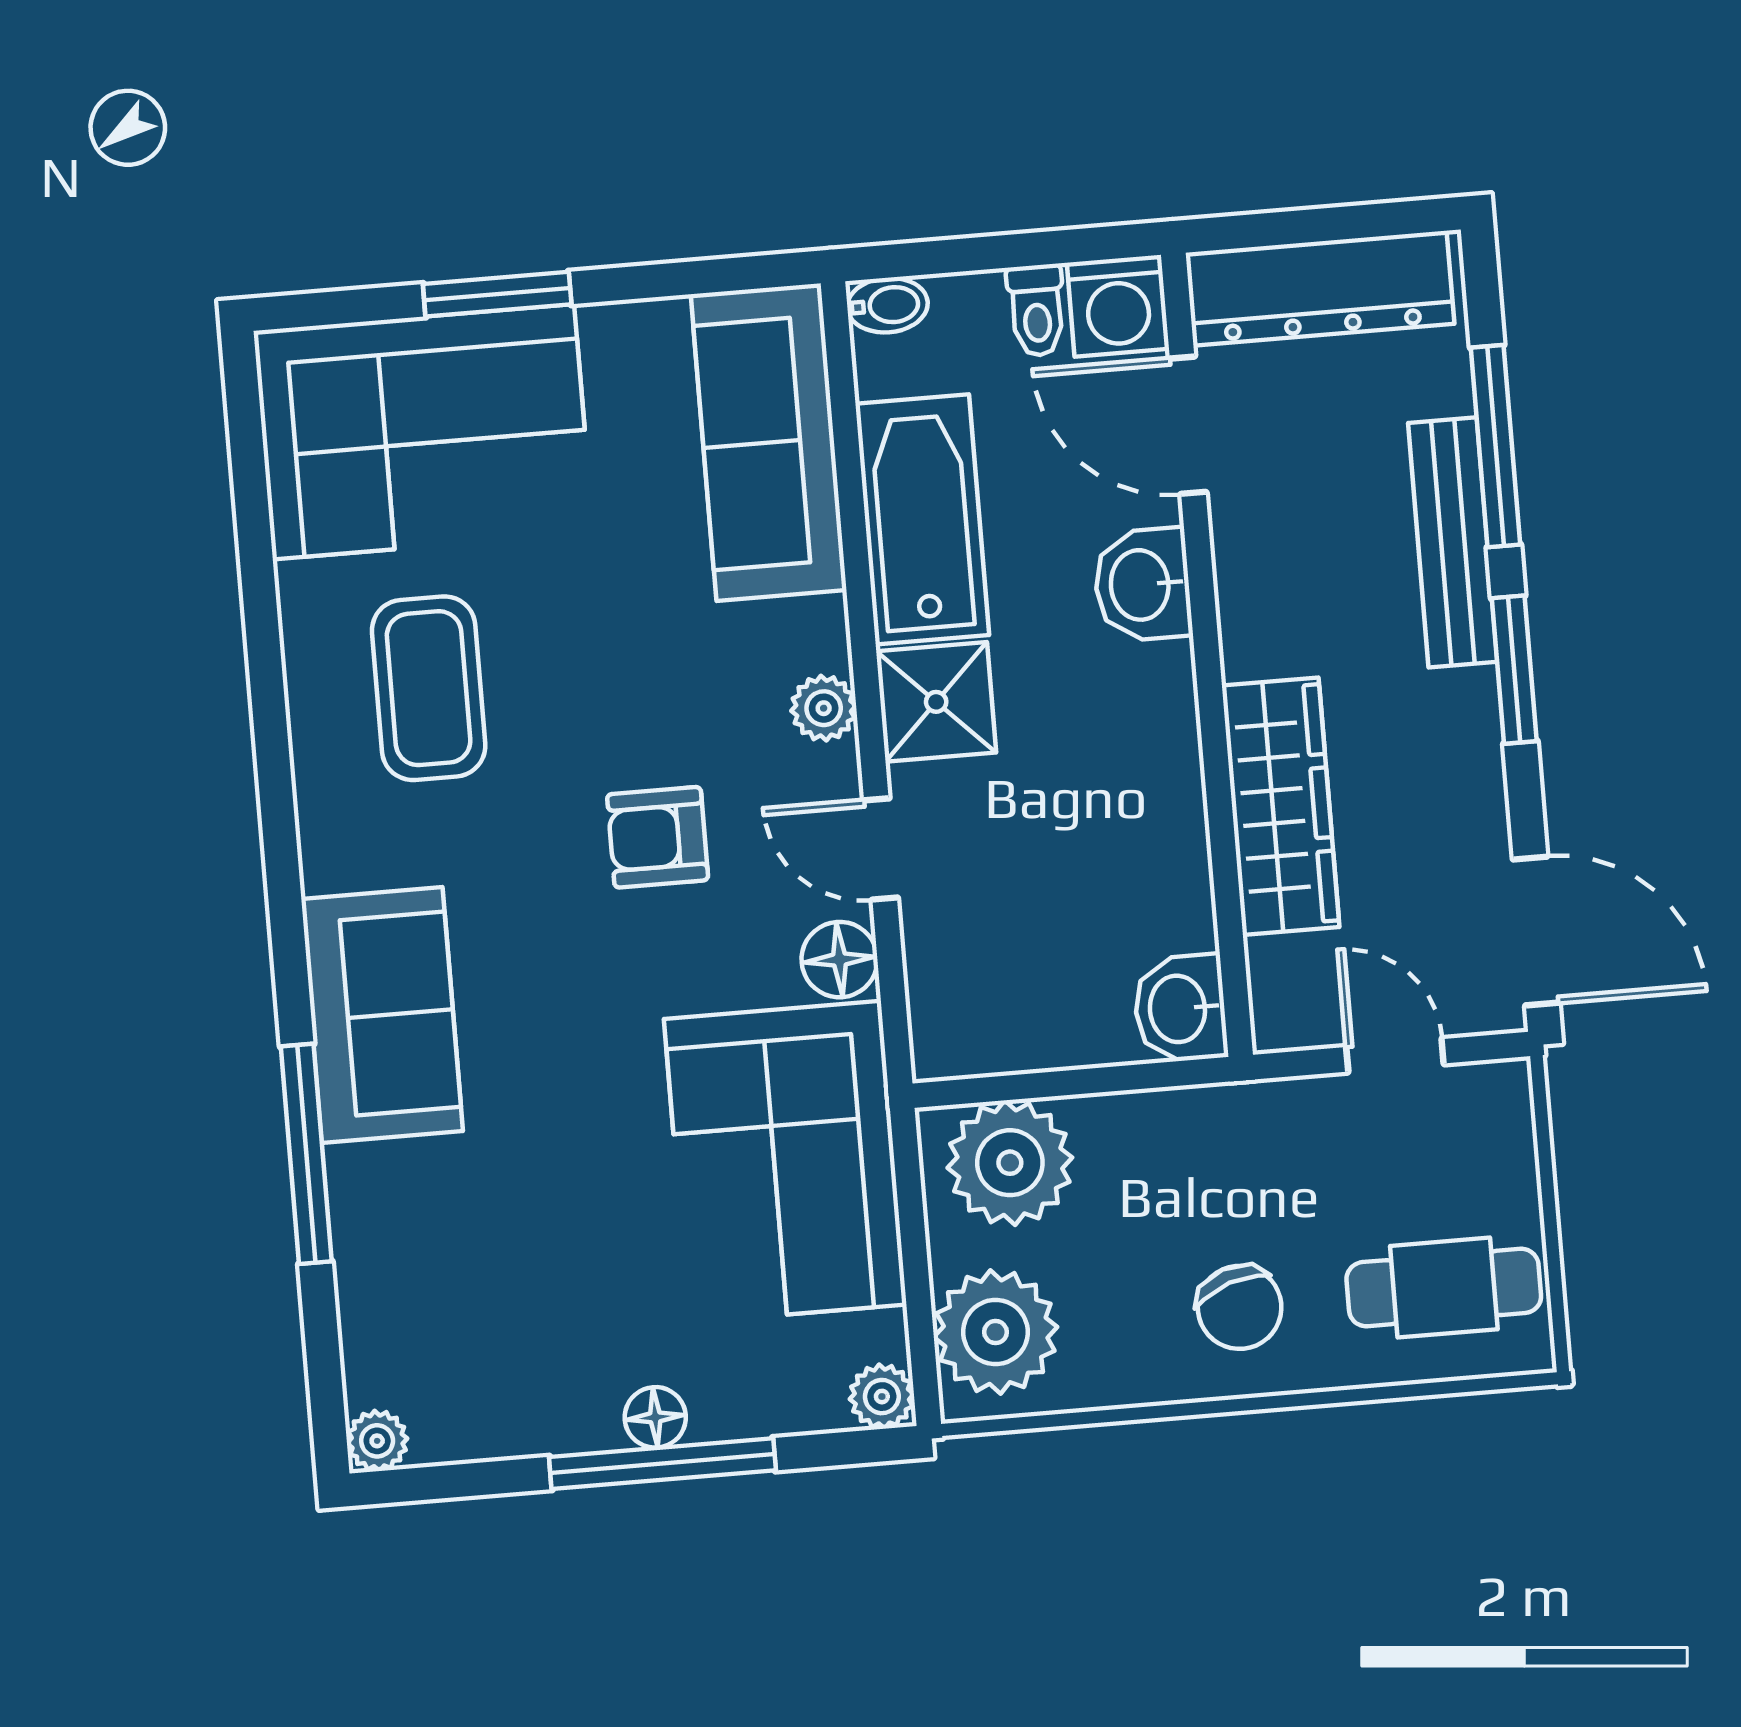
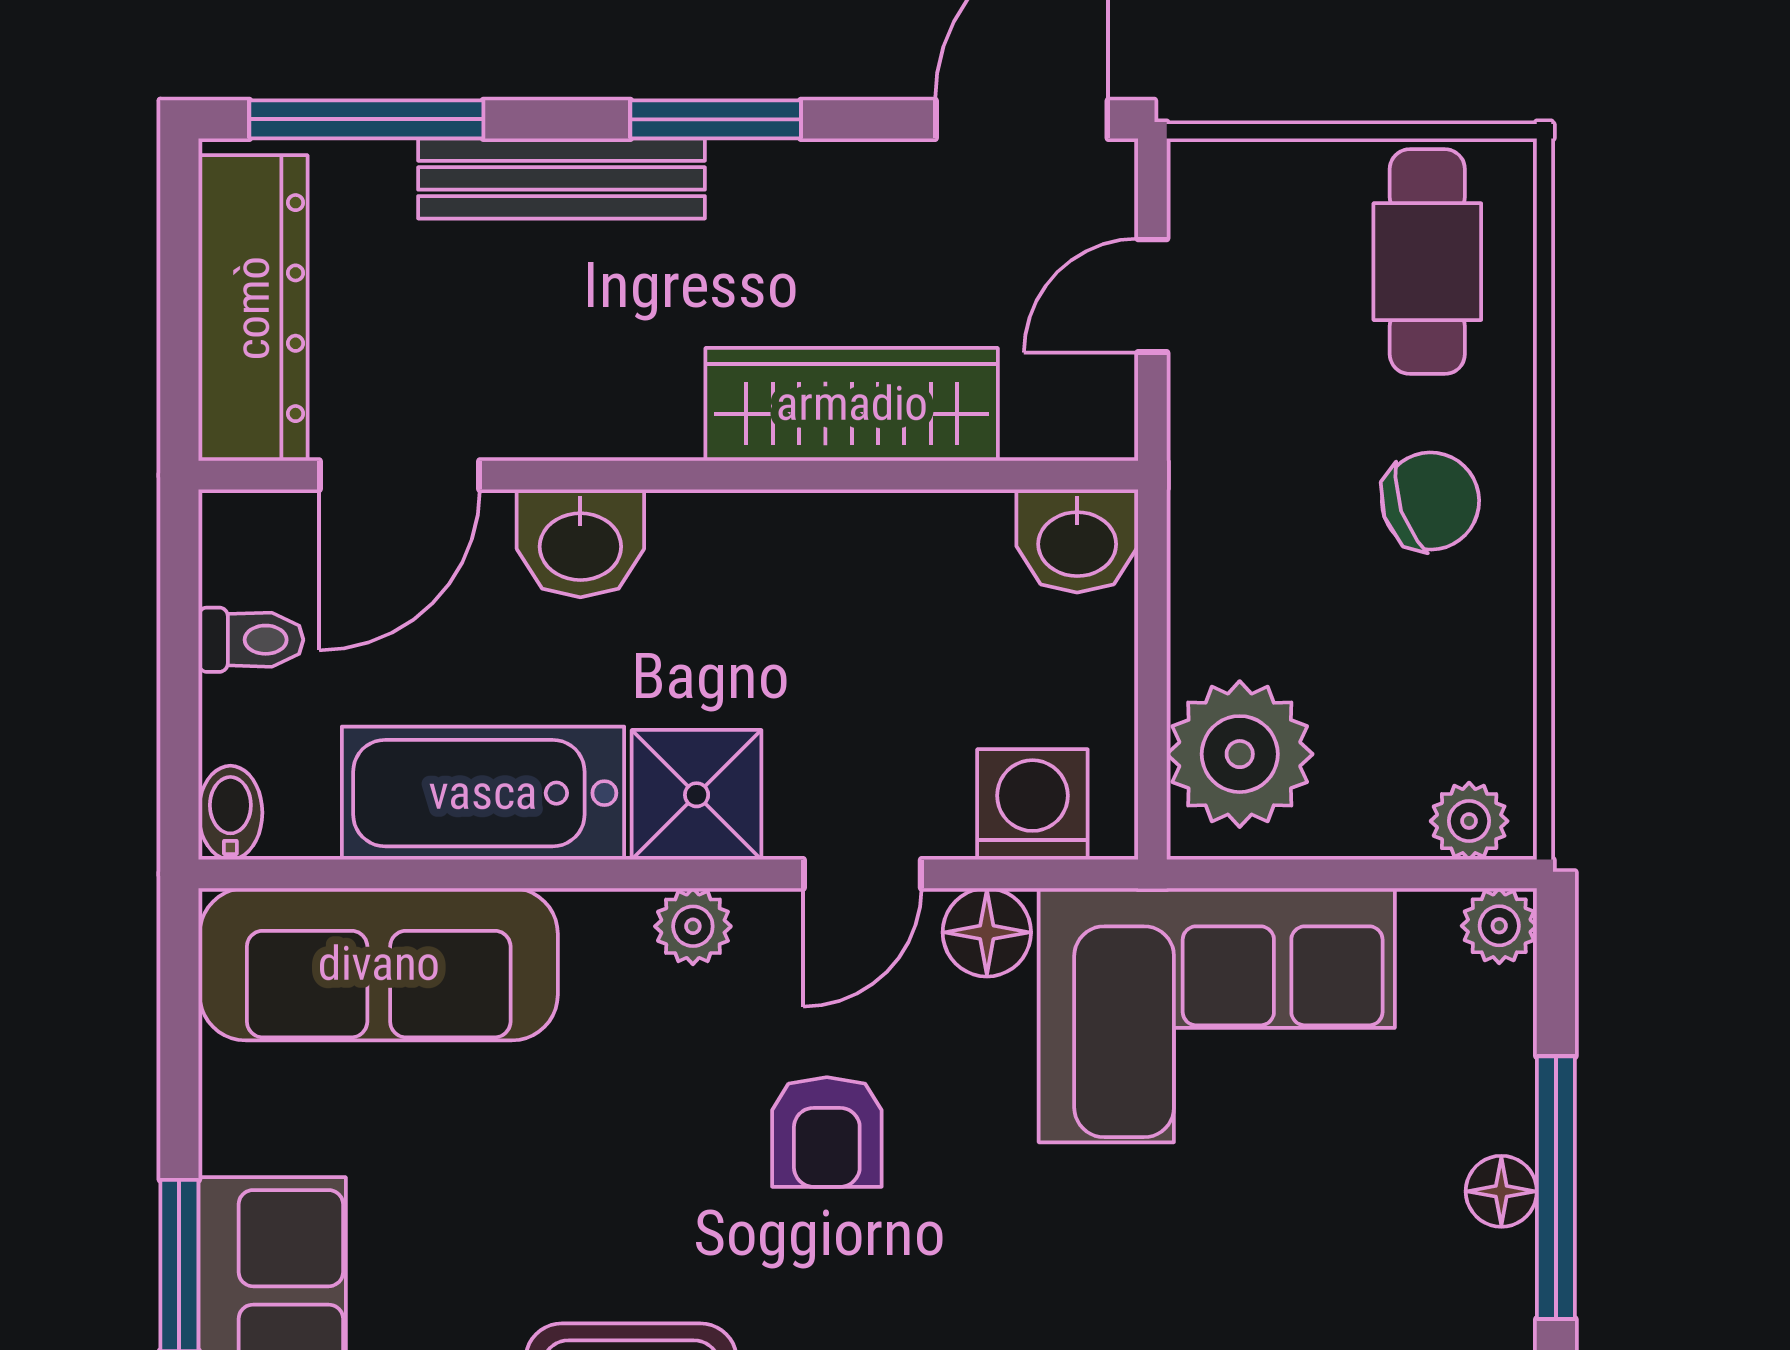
washing machine: (1118, 306) -> (1032, 804), moved, turned -90
window: (1495, 446) -> (366, 119), moved
plant: (996, 1332) -> (1469, 821), width x0.53, depth x0.53

